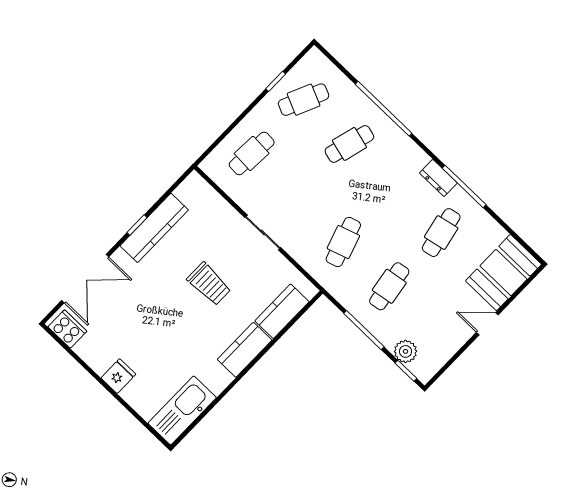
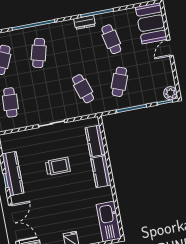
cafe table: (389, 286) -> (119, 82), turned 30
plant: (406, 351) -> (170, 93), moved

